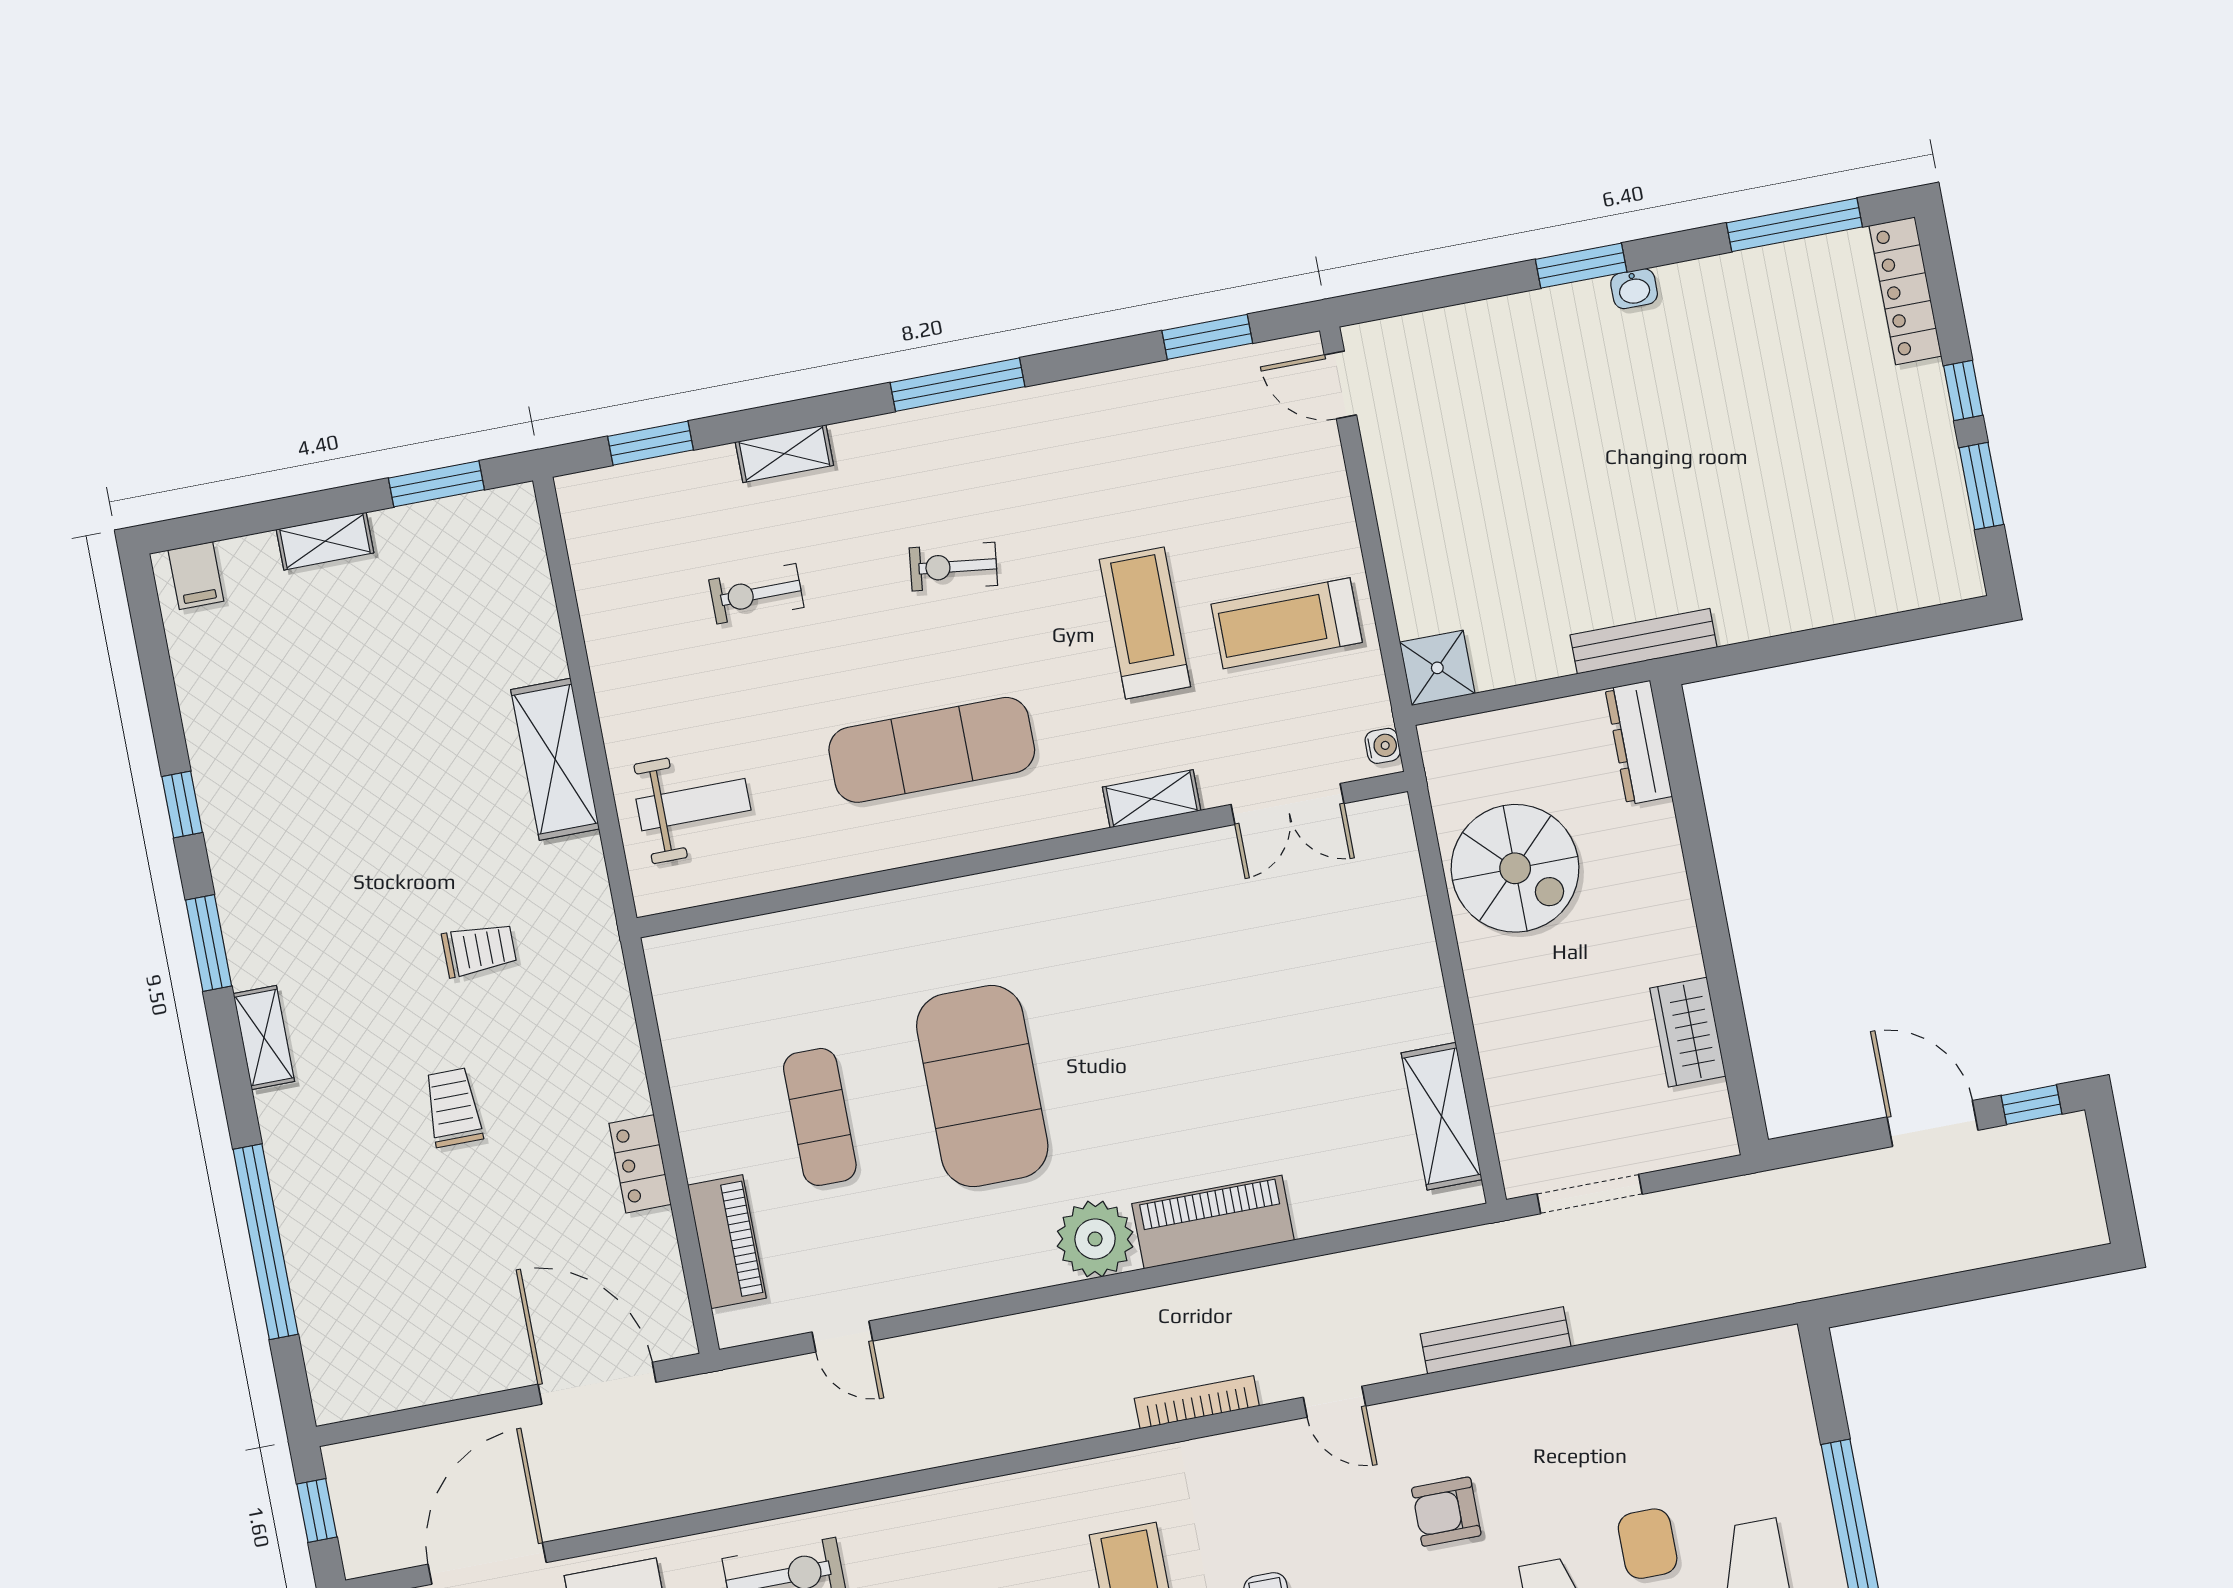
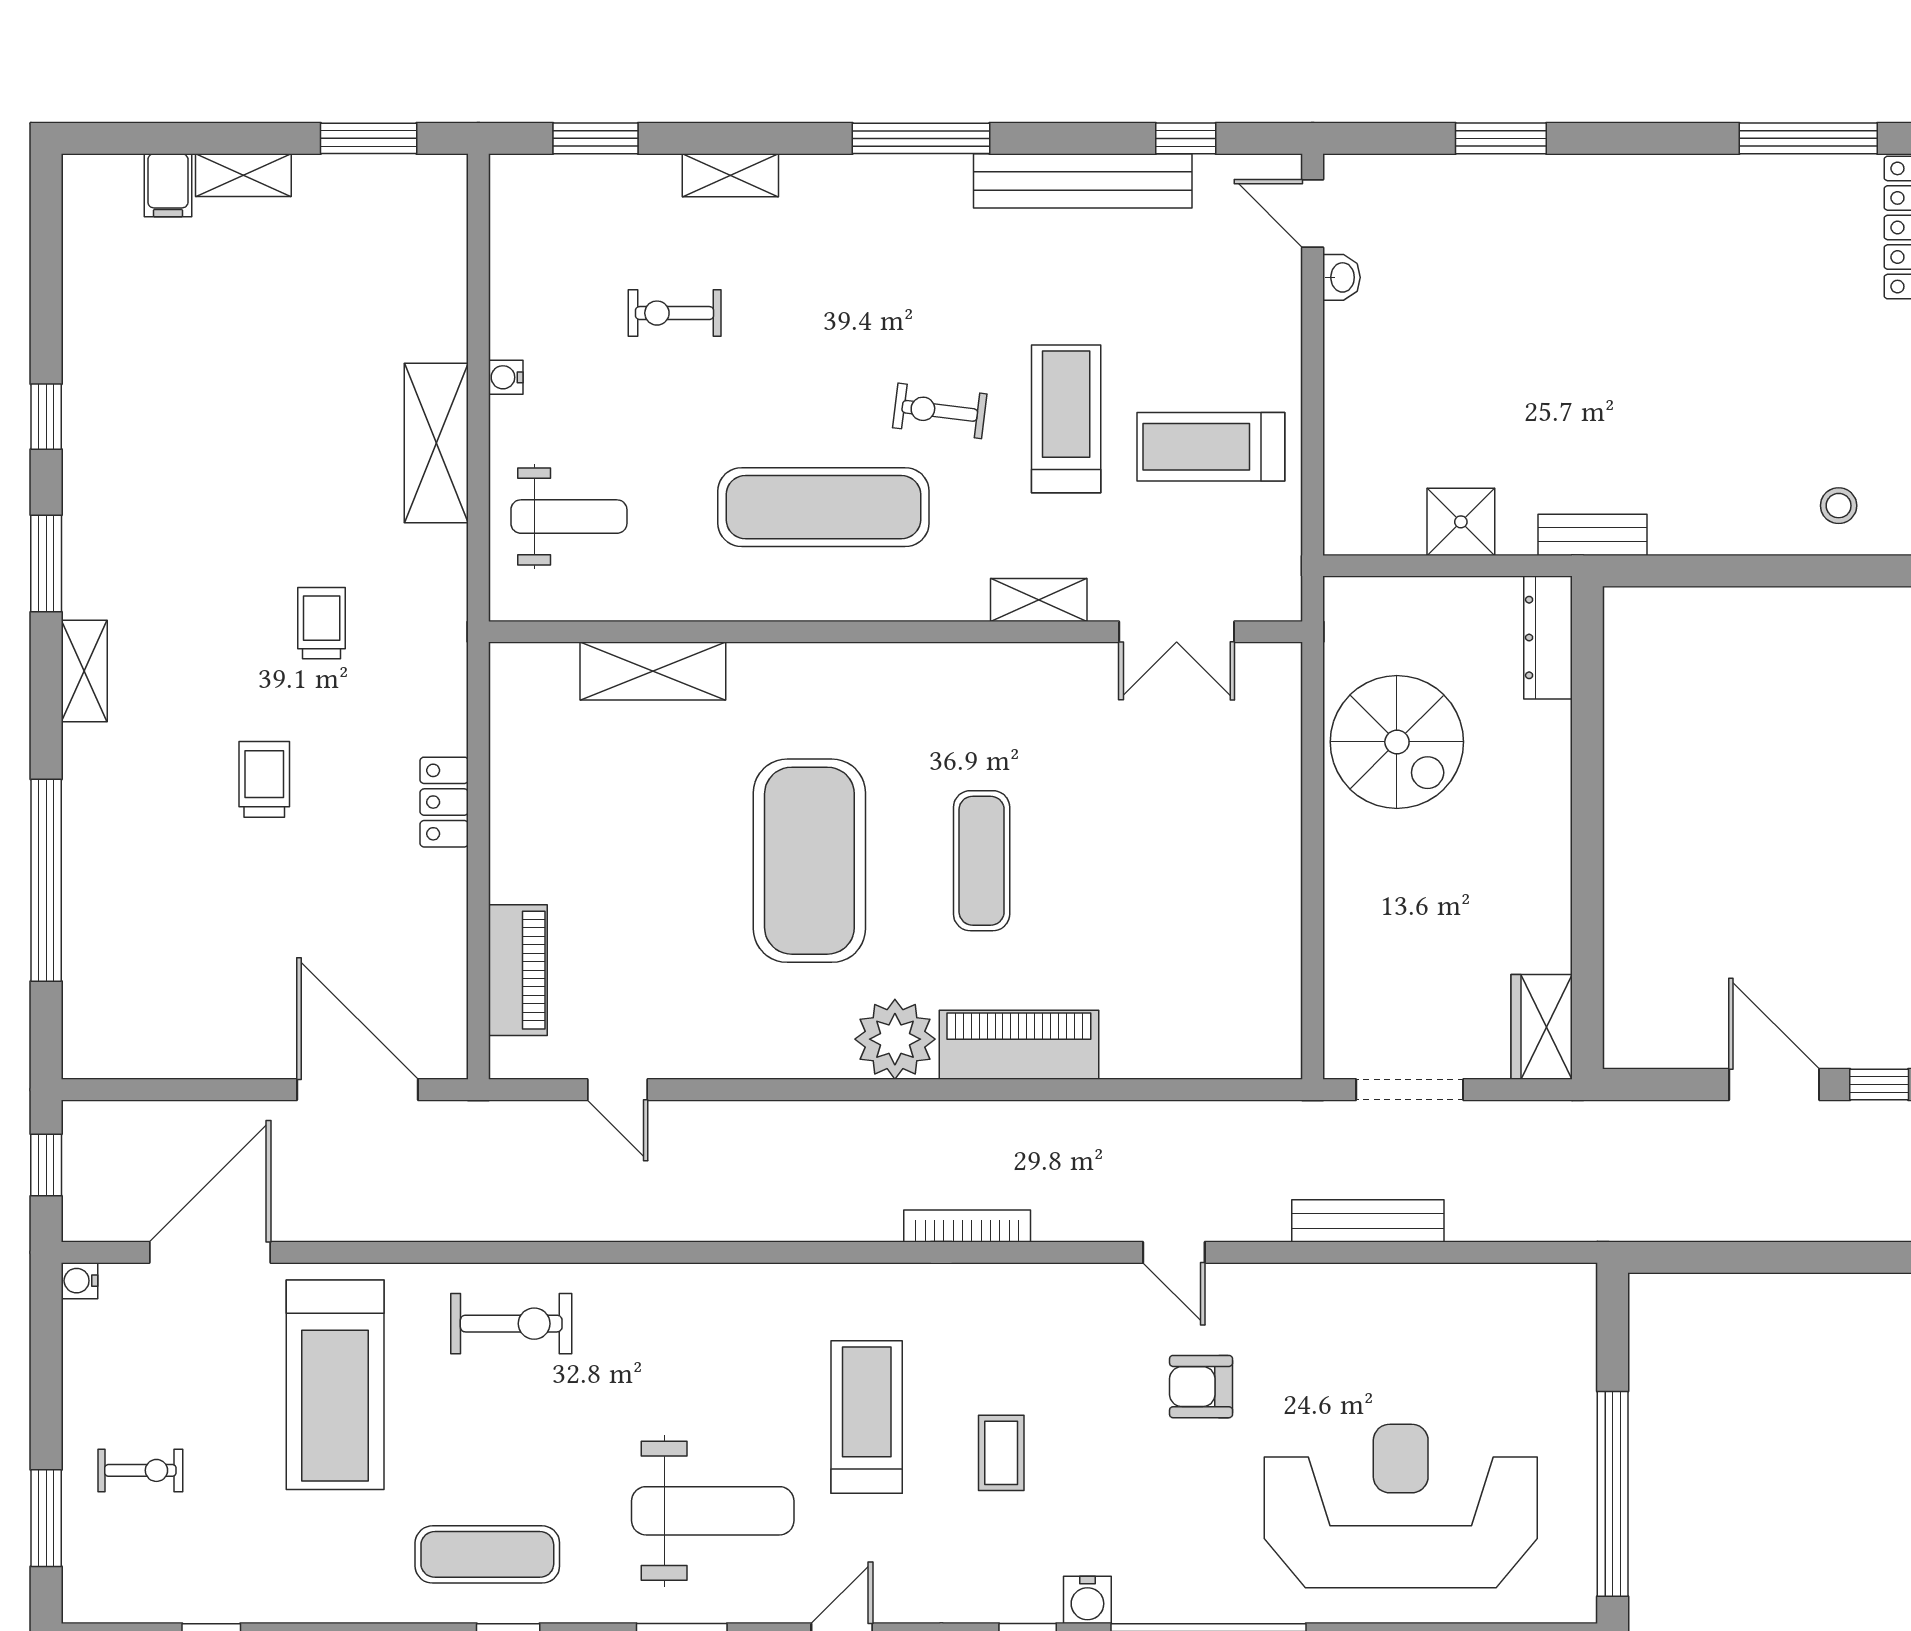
window: (1581, 266) -> (1501, 138), moved
washbasin: (1634, 289) -> (1341, 277), moved, turned -90
window: (1207, 337) -> (1186, 138), width x0.67
bench: (1118, 395) -> (1083, 181), added
stool: (1889, 566) -> (1839, 506), added
exercise bike: (953, 567) -> (940, 411), moved
filing cabinet: (196, 576) -> (168, 185), moved
bench: (1644, 641) -> (1592, 535), width x0.73
shower: (1437, 668) -> (1461, 522), moved
water cooler: (1383, 746) -> (506, 377), moved, turned 180
trolley: (479, 950) -> (322, 623), turned -90
wardrobe: (1688, 1032) -> (1542, 1027), moved
shelving: (1442, 1116) -> (653, 671), moved, turned 90
exercise mat: (820, 1117) -> (982, 861), moved
locker: (640, 1164) -> (444, 802), moved
bench: (1496, 1340) -> (1368, 1221), moved
door: (1335, 1402) -> (1174, 1252), moved

